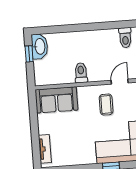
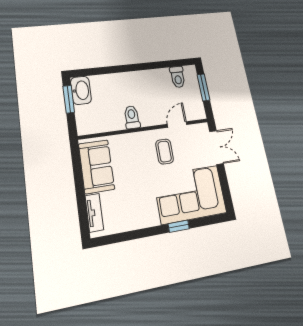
window: (29, 54) -> (69, 99), width x1.50
sofa: (56, 100) -> (96, 166), moved, turned -90

